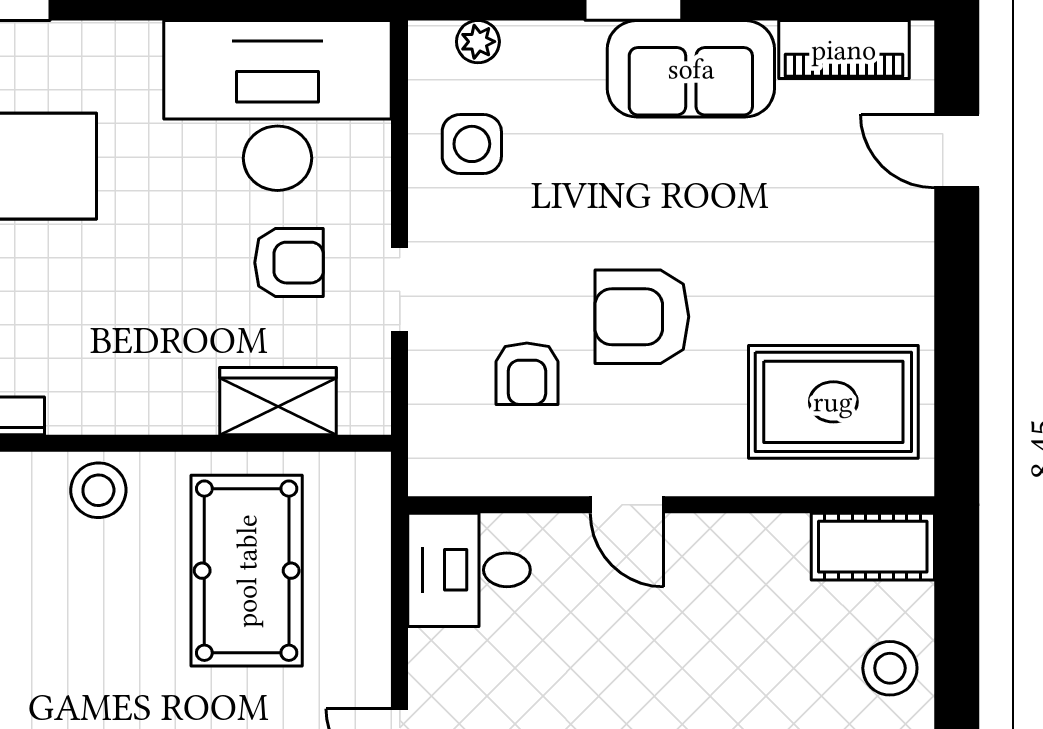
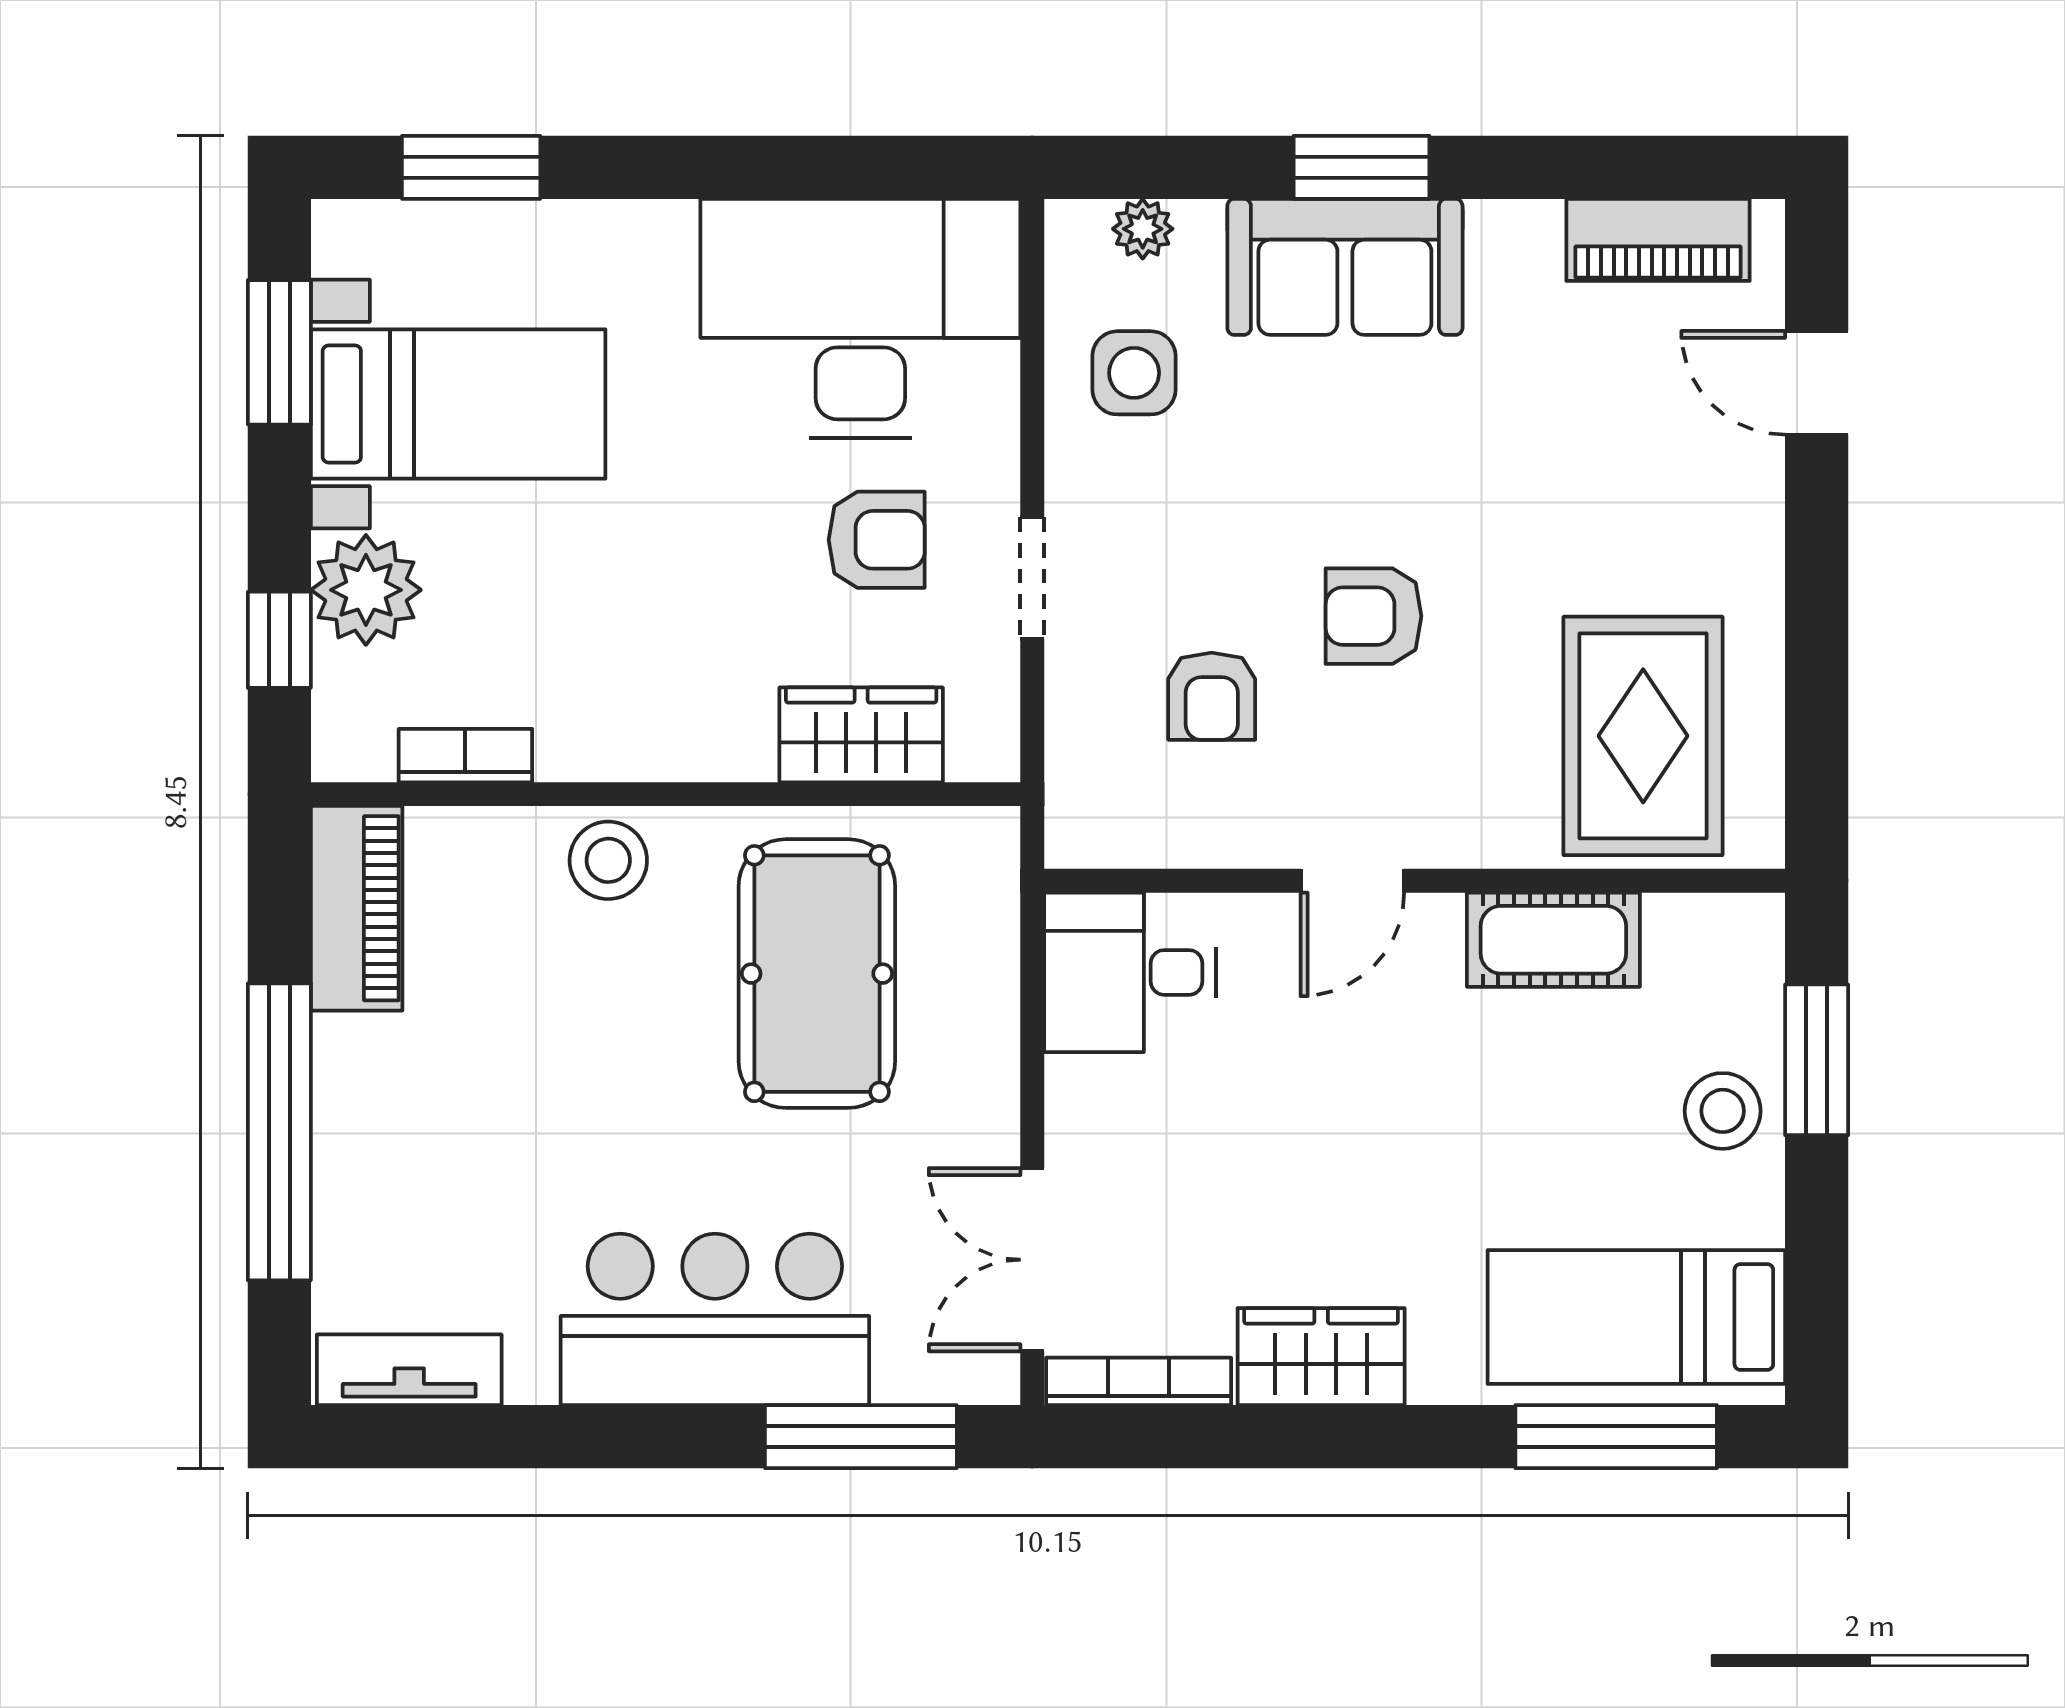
sofa: (691, 69) -> (1345, 267), moved
armchair: (642, 317) -> (1373, 616), width x0.72, depth x0.72
rug: (833, 402) -> (1643, 736), turned 90
door: (627, 505) -> (1352, 881), hinge flipped
cot: (873, 547) -> (1553, 940), moved
window: (957, 632) -> (1817, 1060), added

